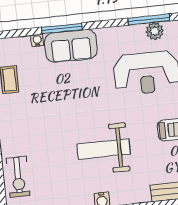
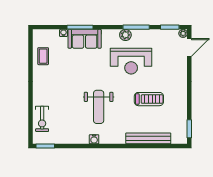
plant: (155, 31) -> (125, 35), moved
weight bench: (104, 149) -> (99, 107), turned -90

